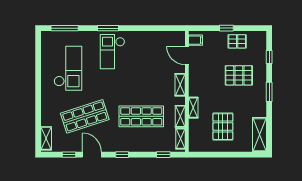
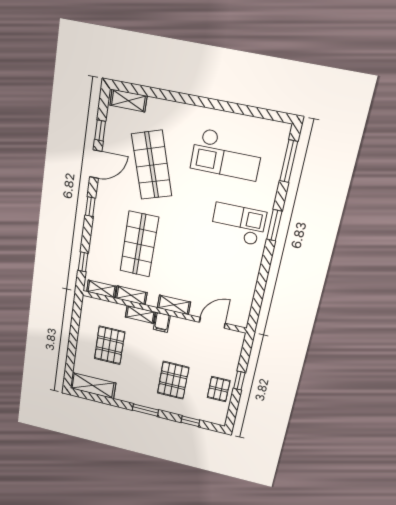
filing cabinet: (195, 40) -> (162, 322), moved
pallet: (223, 127) -> (110, 345), turned 90

